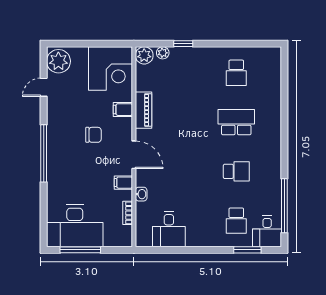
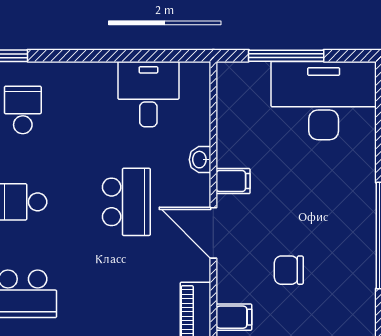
school desk: (181, 171) -> (126, 202), added
bookcase: (128, 213) -> (225, 125), removed
window: (80, 250) -> (286, 56), moved

